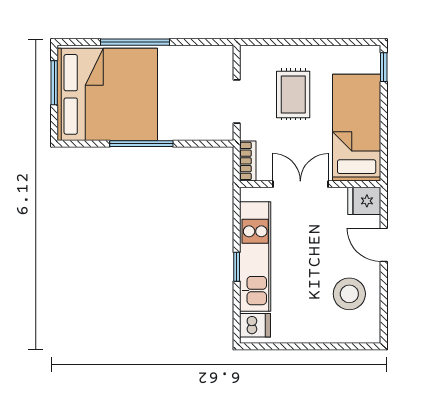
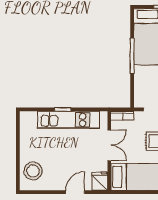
stool: (349, 294) -> (33, 171), moved
dishwasher: (255, 325) -> (30, 120), removed

